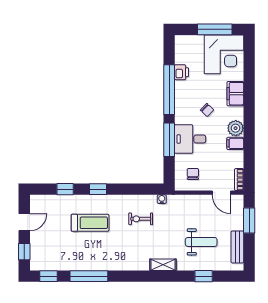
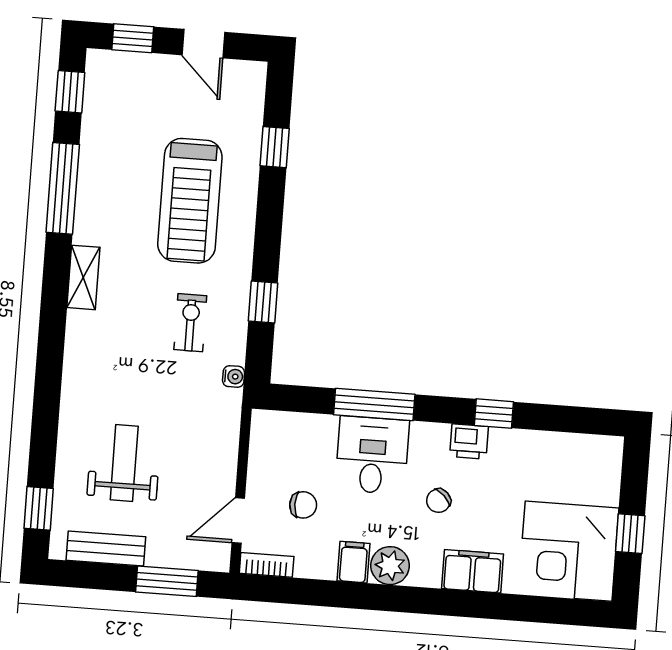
window: (215, 29) -> (630, 534), width x0.46
printer: (181, 72) -> (469, 442), moved
window: (169, 90) -> (494, 414), width x0.32
chair: (193, 174) -> (303, 505), moved
window: (98, 189) -> (263, 302), moved
treadmill: (90, 223) -> (190, 201), width x1.37, depth x1.38
weight bench: (201, 242) -> (124, 463), turned 180
shelving: (163, 265) -> (83, 277), moved
window: (204, 276) -> (39, 508), moved

